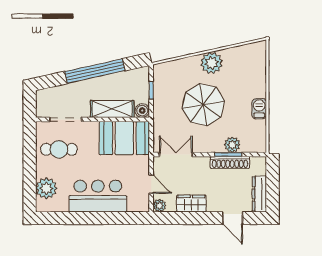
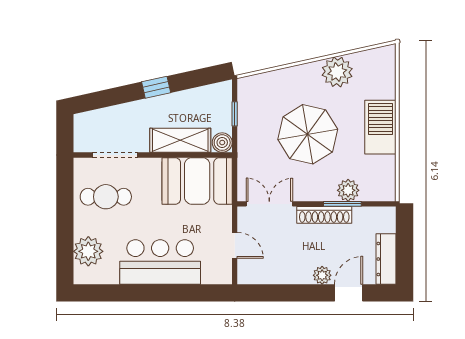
plant: (212, 63) -> (337, 72), moved
window: (95, 71) -> (156, 87), width x0.32
barbecue: (259, 109) -> (380, 127), width x1.88, depth x1.53
shoe rack: (230, 162) -> (324, 215), moved
wardrobe: (191, 204) -> (291, 272), removed
plant: (159, 206) -> (322, 275), moved
door: (233, 218) -> (349, 293), swing flipped

